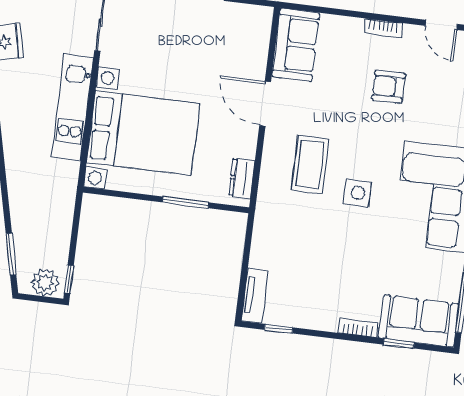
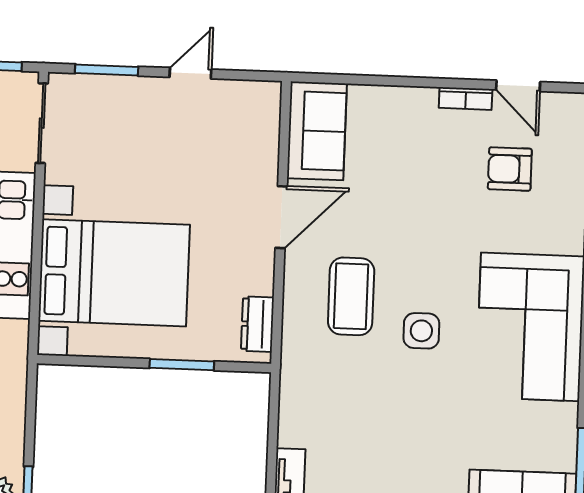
bookcase: (383, 28) -> (466, 98), moved
armchair: (389, 87) -> (510, 169), moved
door: (265, 104) -> (281, 217), swing flipped

